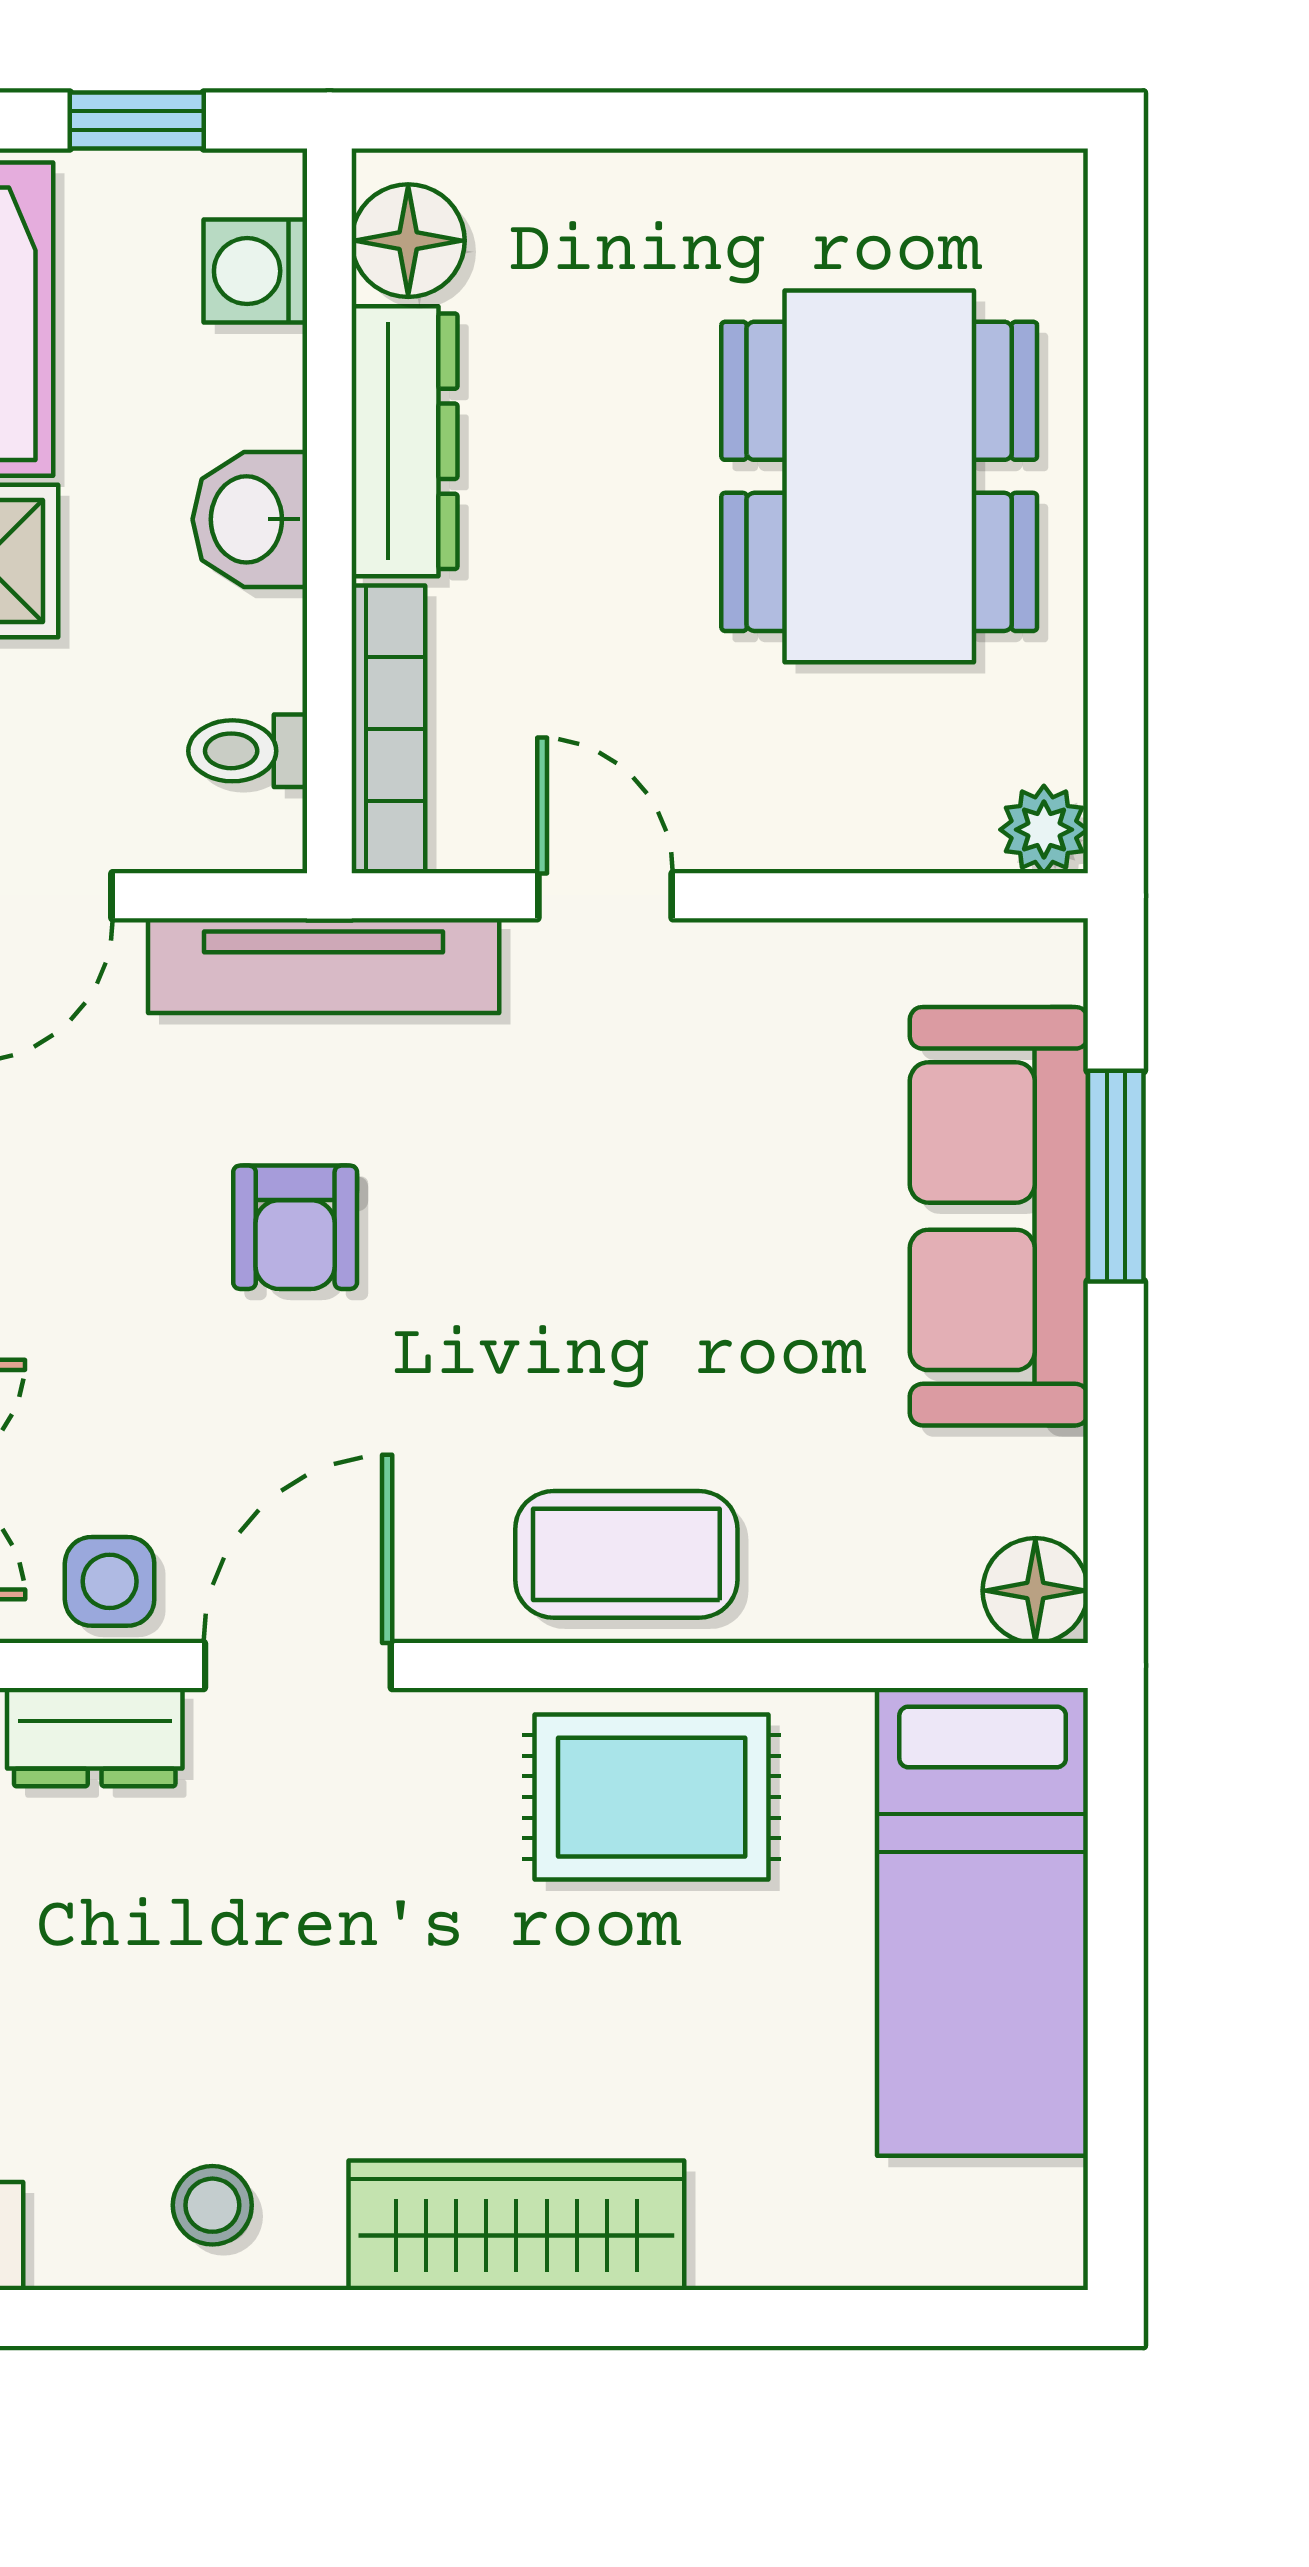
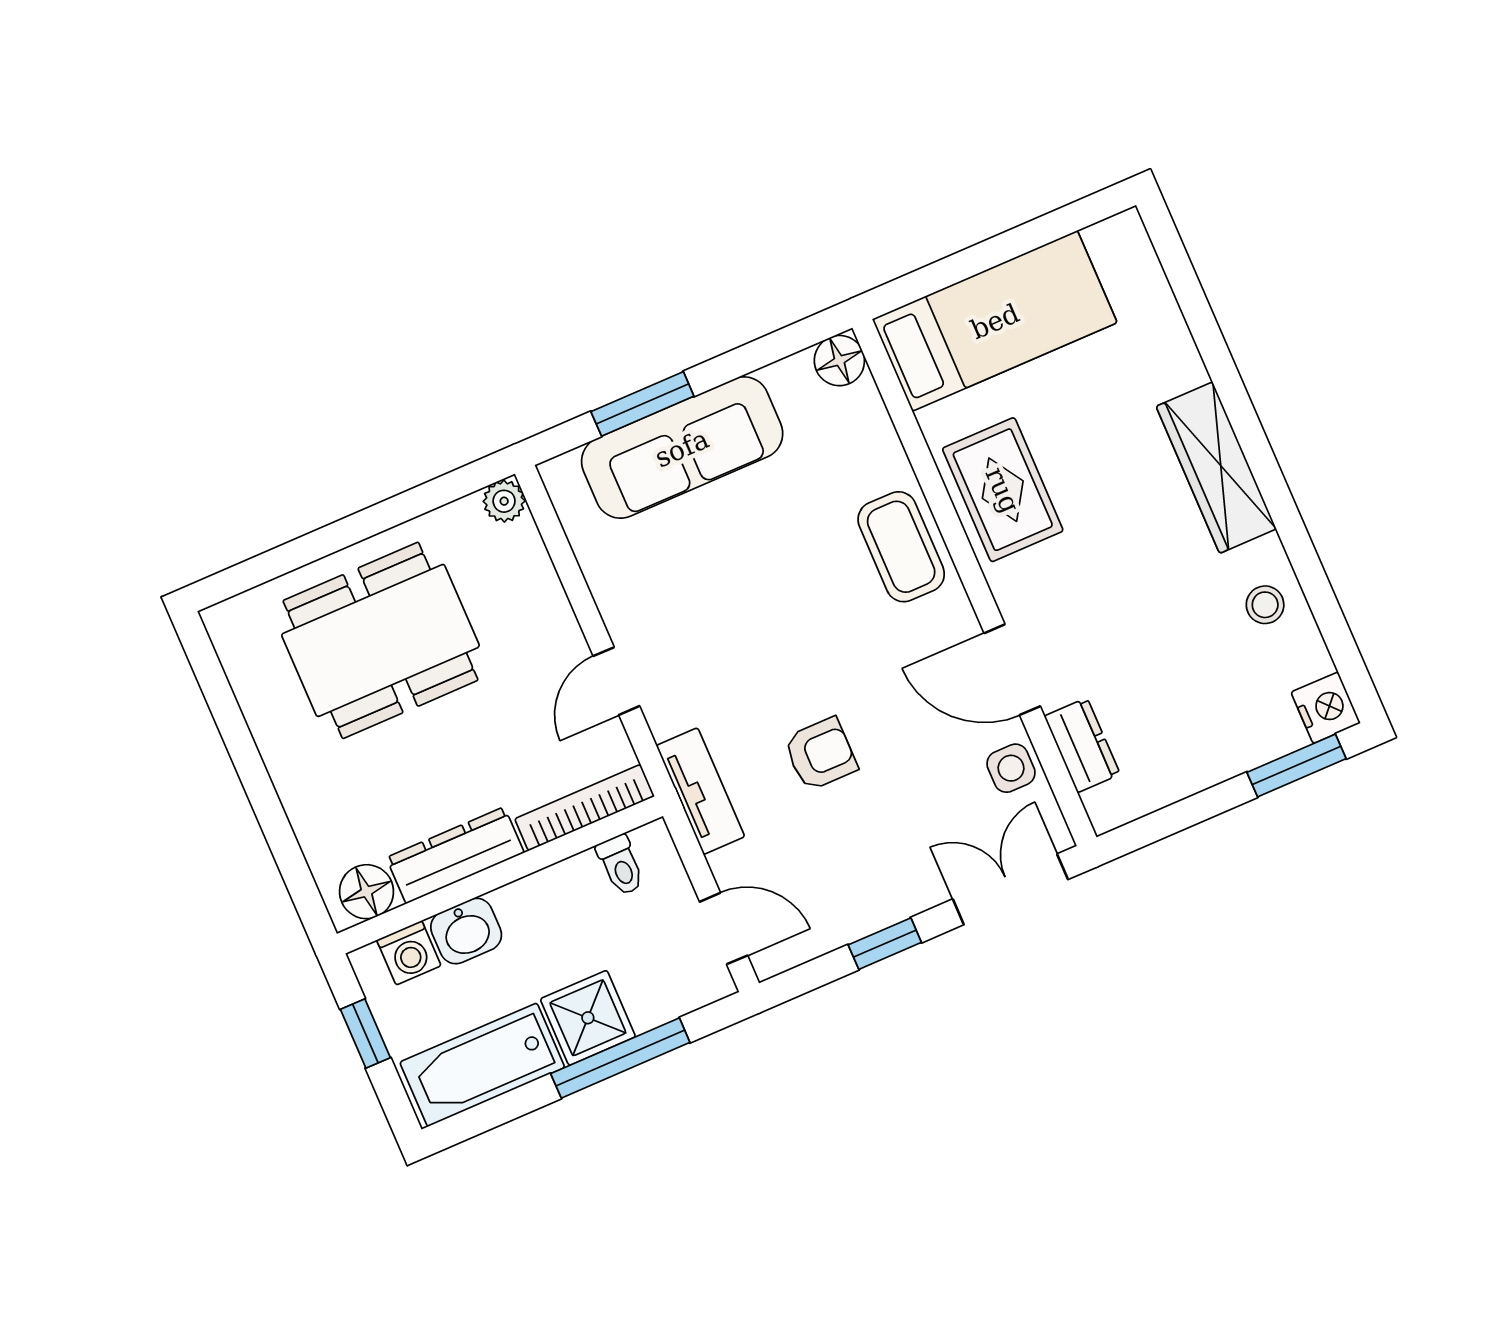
washbasin: (250, 519) -> (466, 931), moved
tv unit: (324, 966) -> (700, 791), width x0.71

